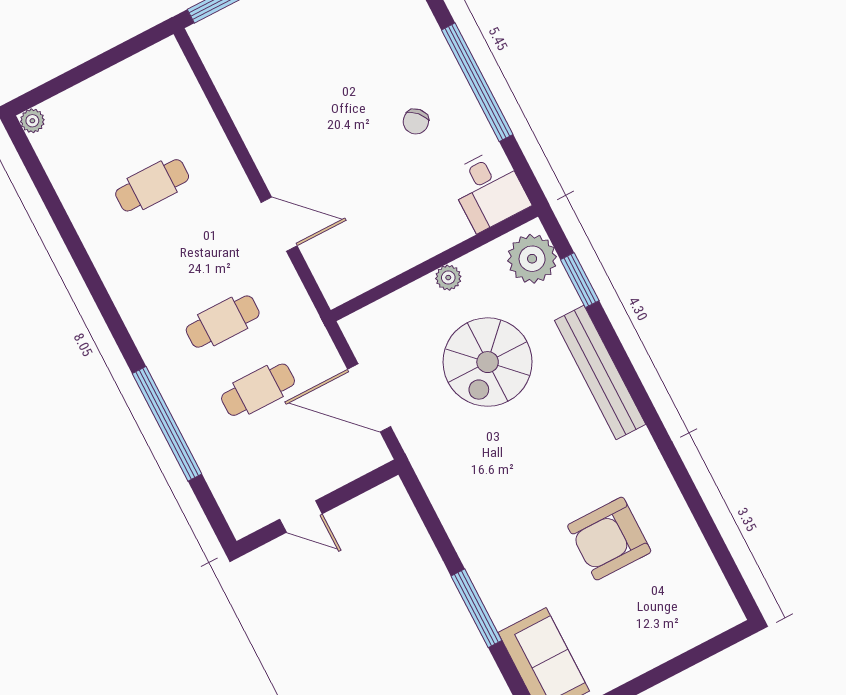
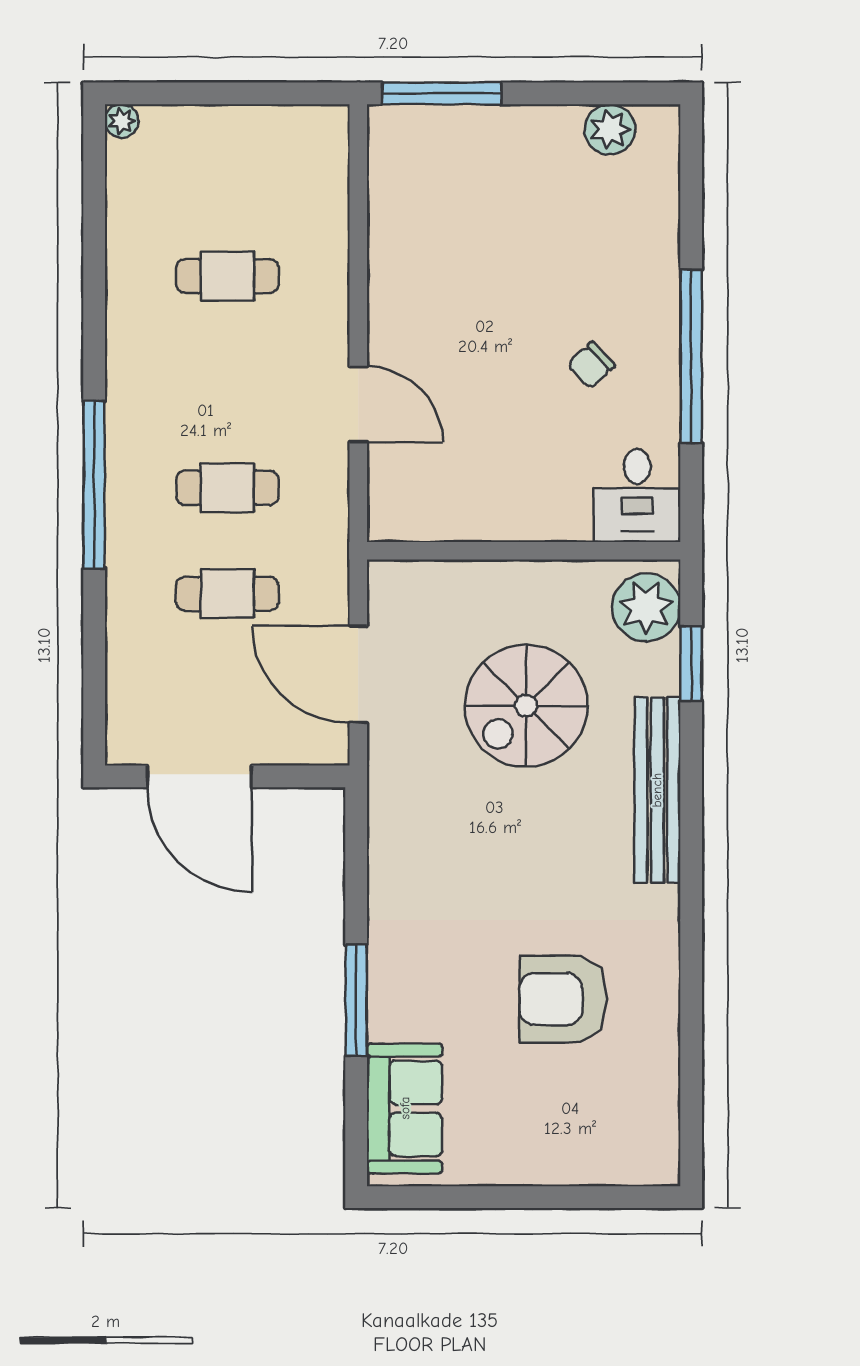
plant: (448, 278) -> (532, 577), removed
window: (167, 424) -> (94, 485), moved
door: (301, 516) -> (199, 776), width x1.88

